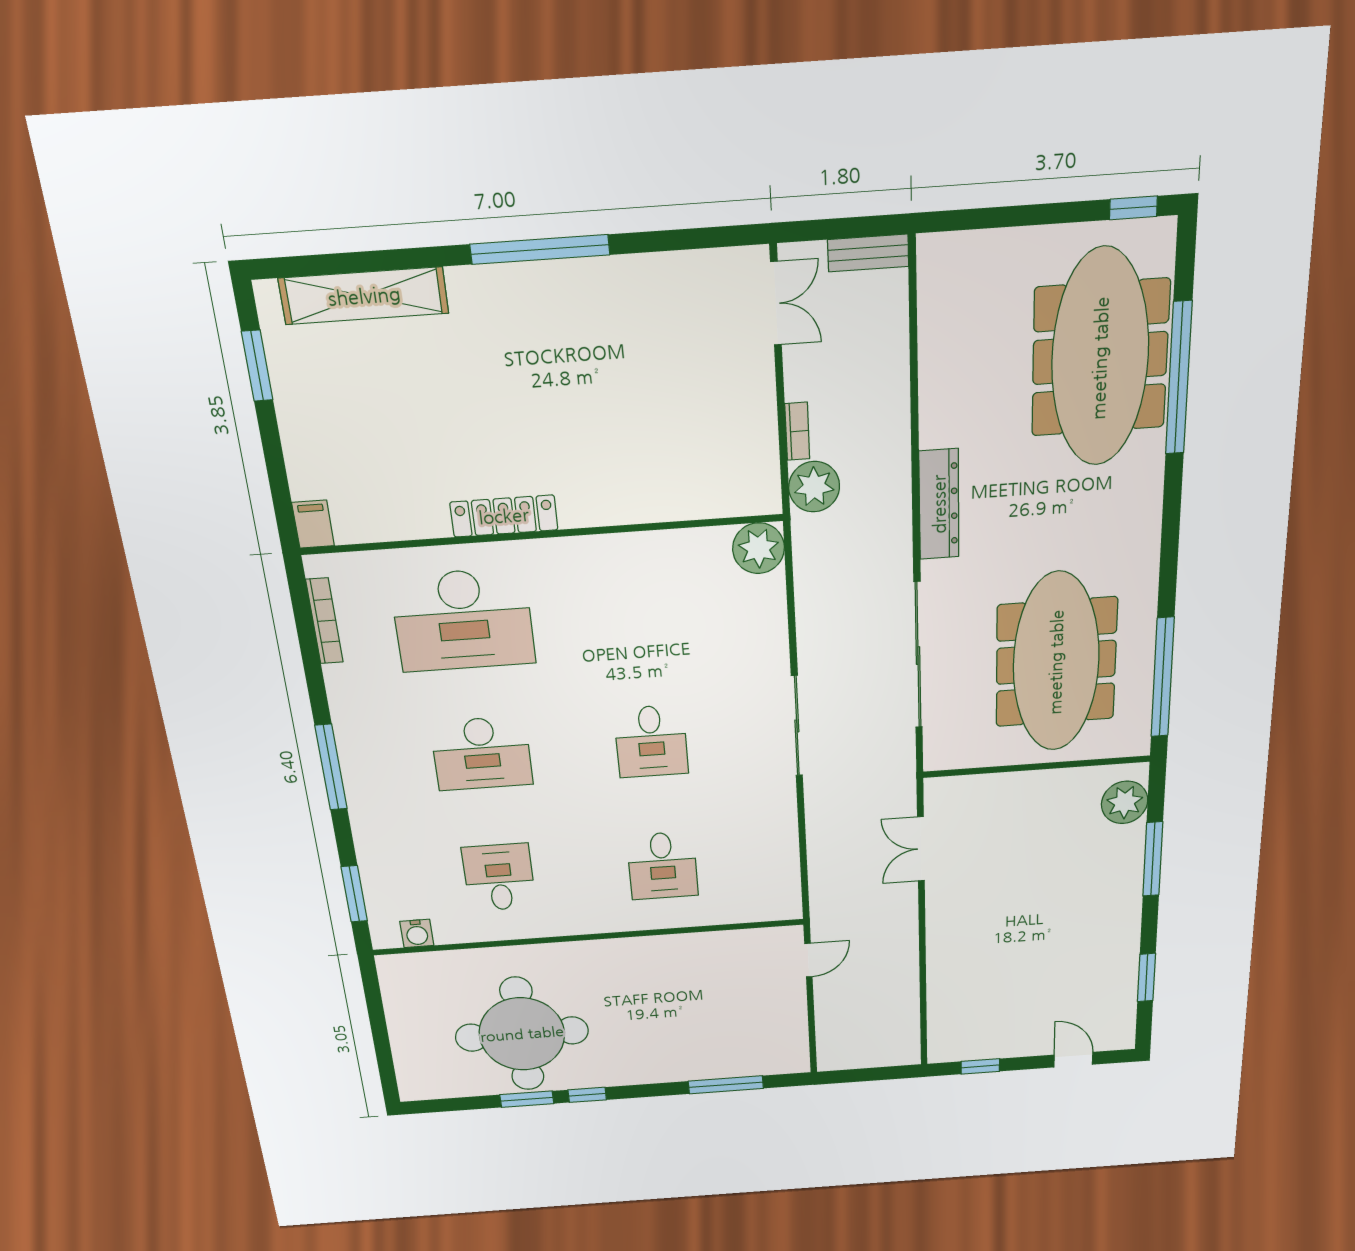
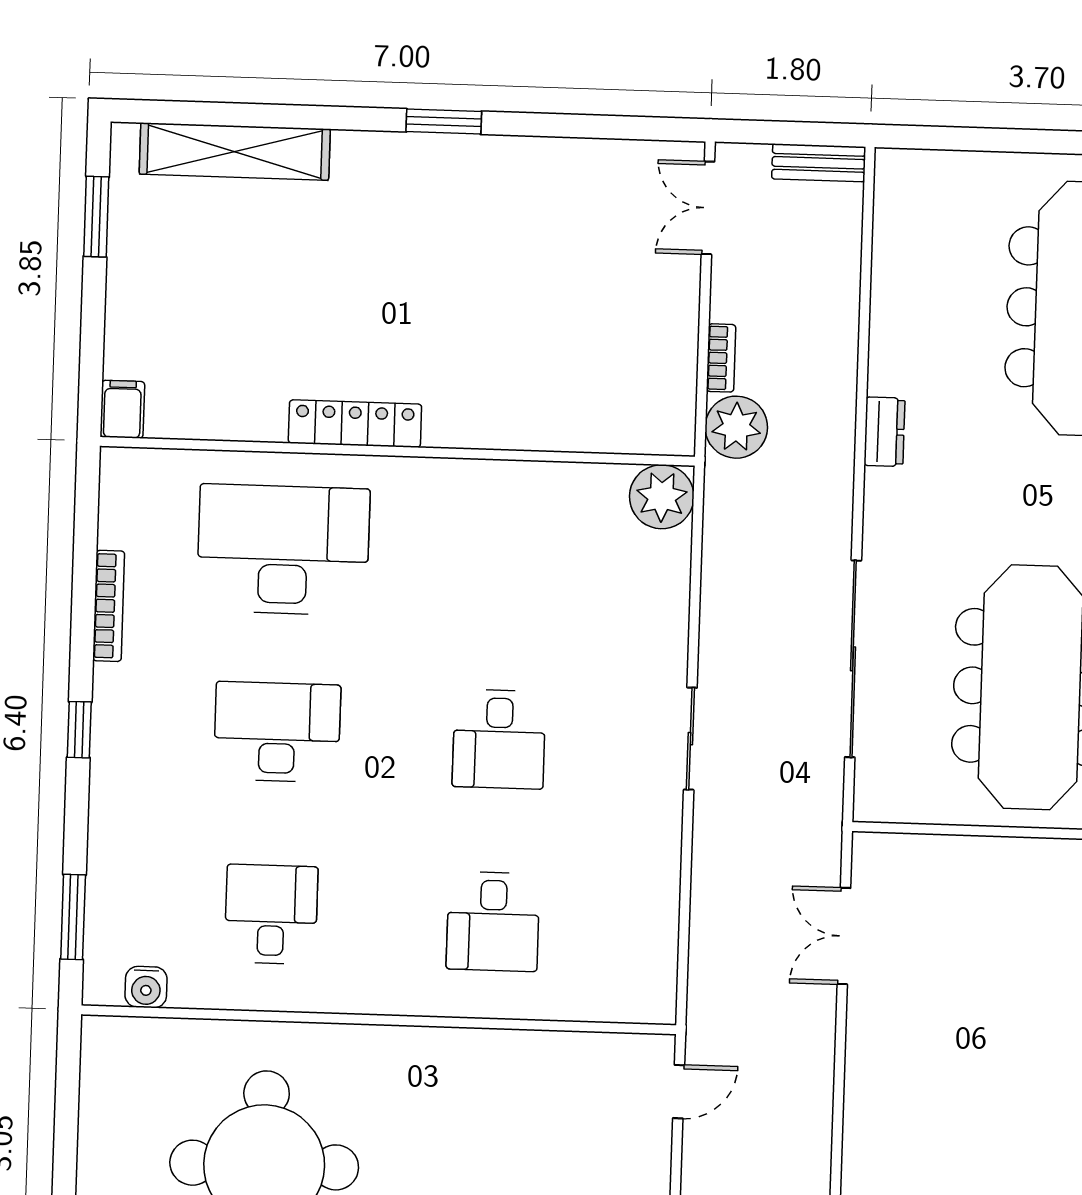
window: (540, 249) -> (444, 122), width x0.47
double door: (776, 303) -> (708, 208), swing flipped
dresser: (939, 504) -> (884, 432), width x0.51, depth x0.80
desk: (463, 620) -> (283, 550), turned 180
bookcase: (324, 621) -> (109, 606), moved
sliding door: (797, 726) -> (690, 739), width x0.73
desk: (482, 753) -> (277, 732), turned 180
window: (331, 767) -> (79, 730), width x0.46

